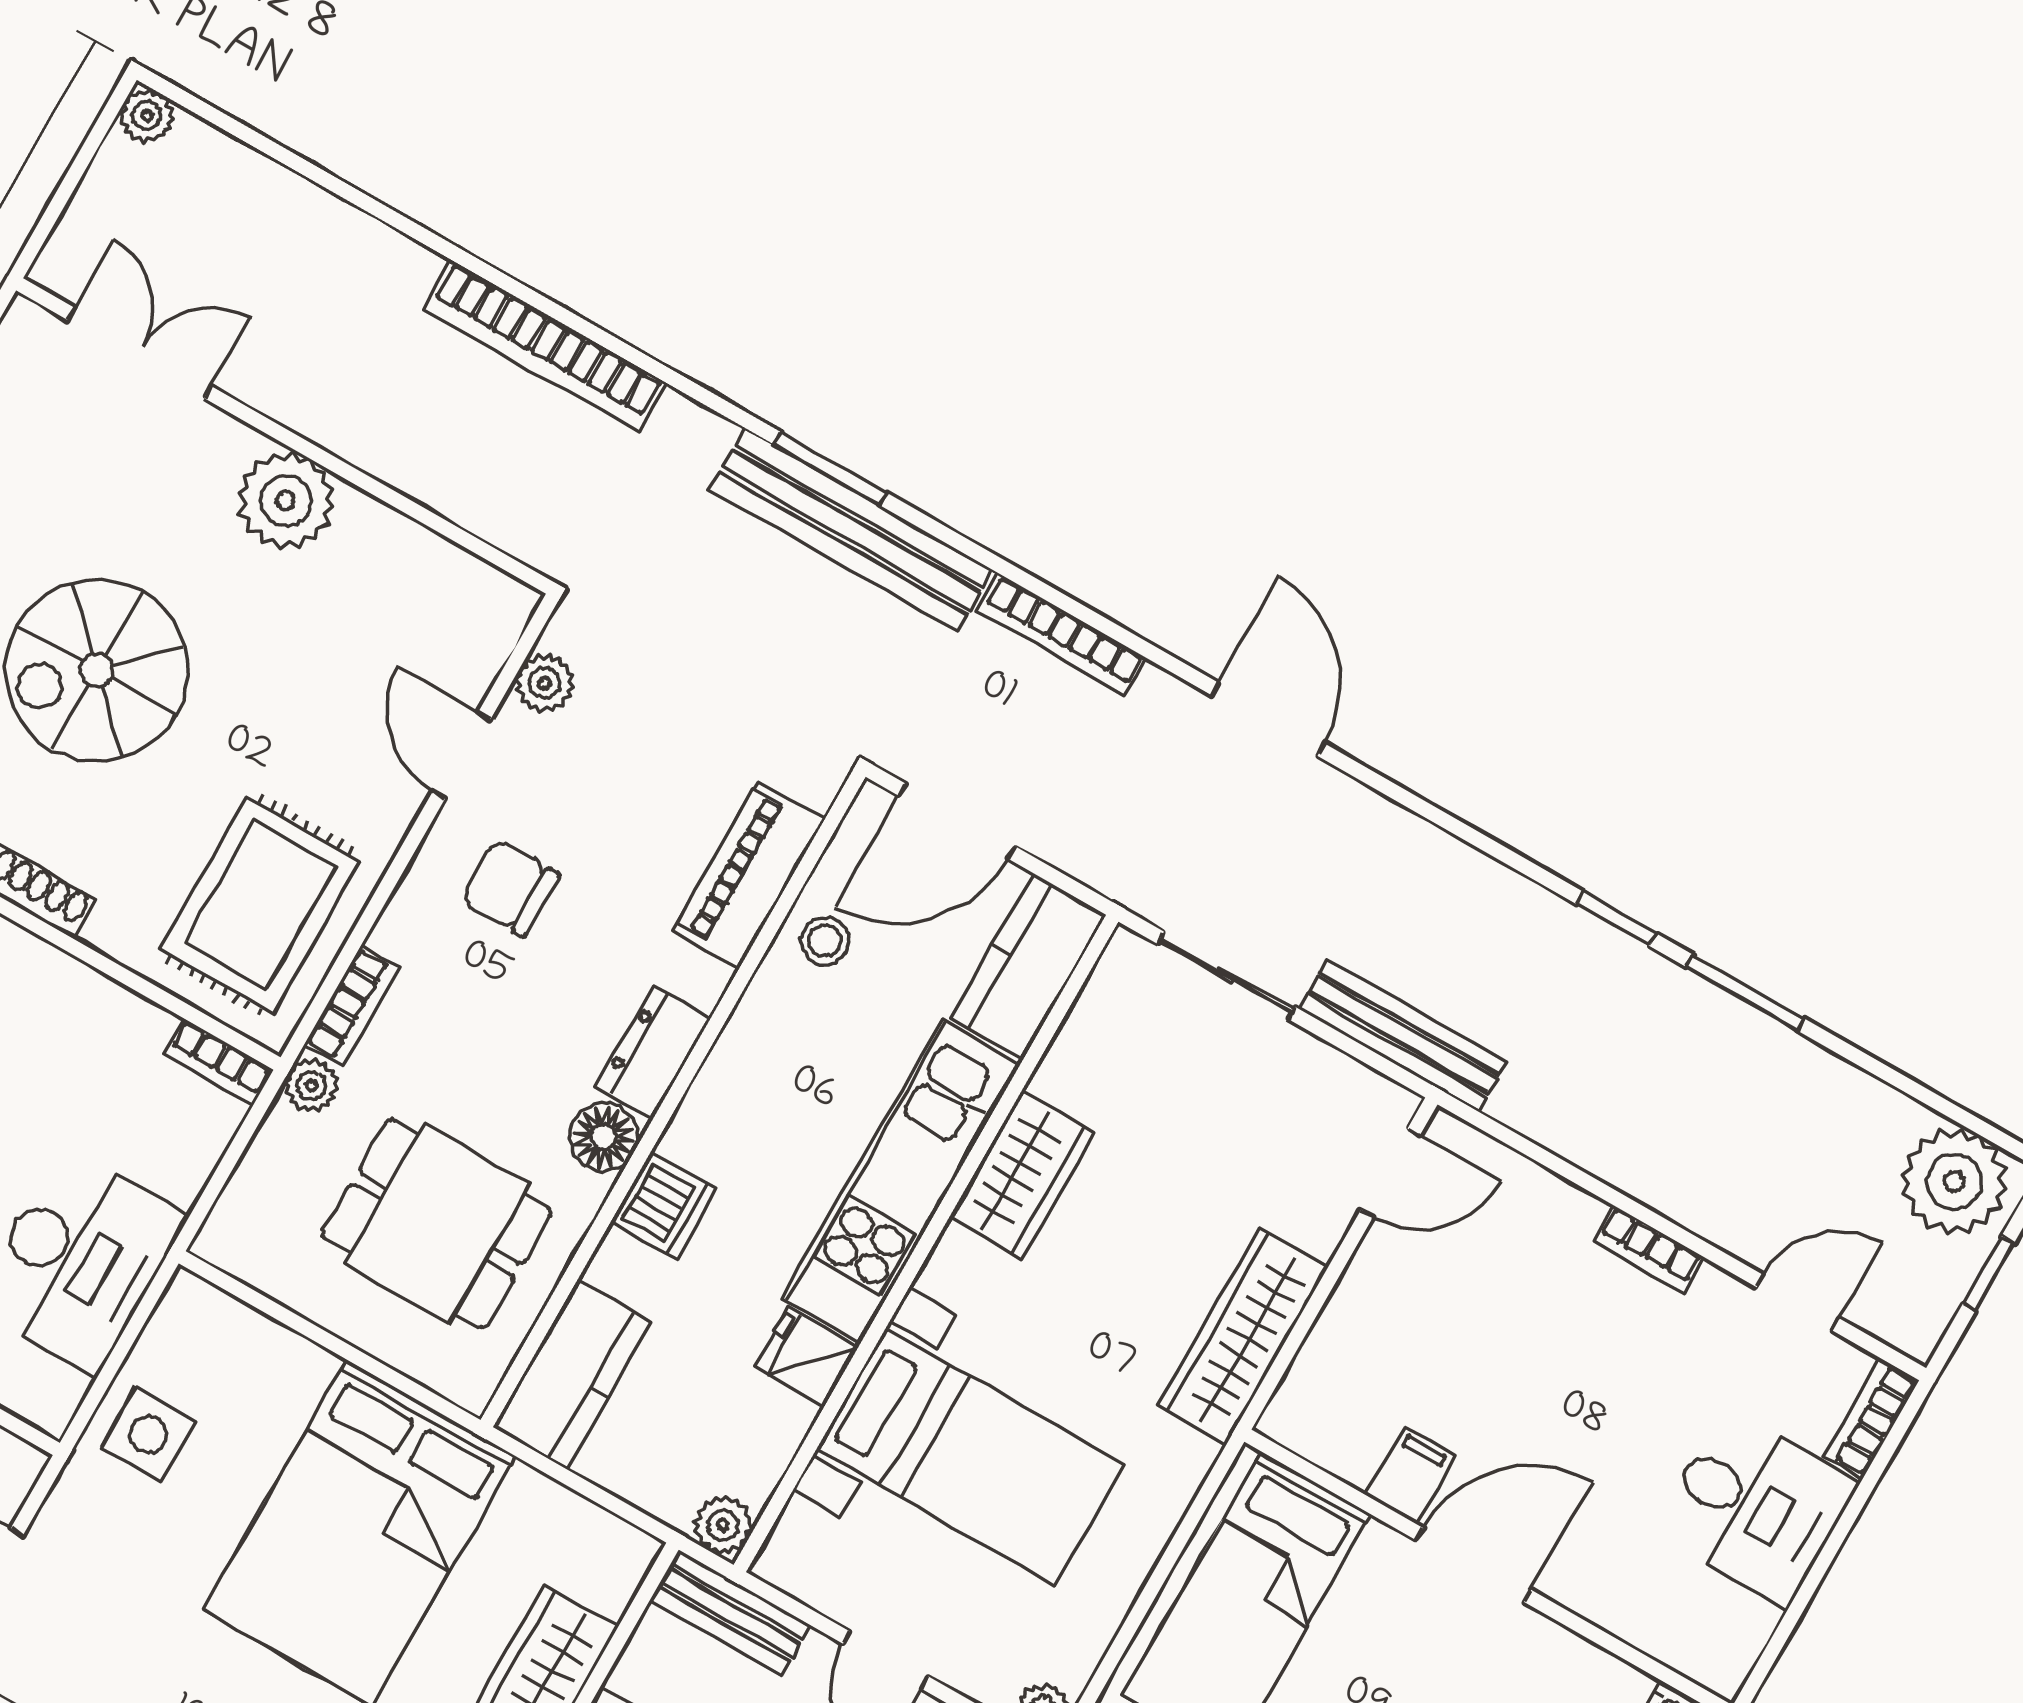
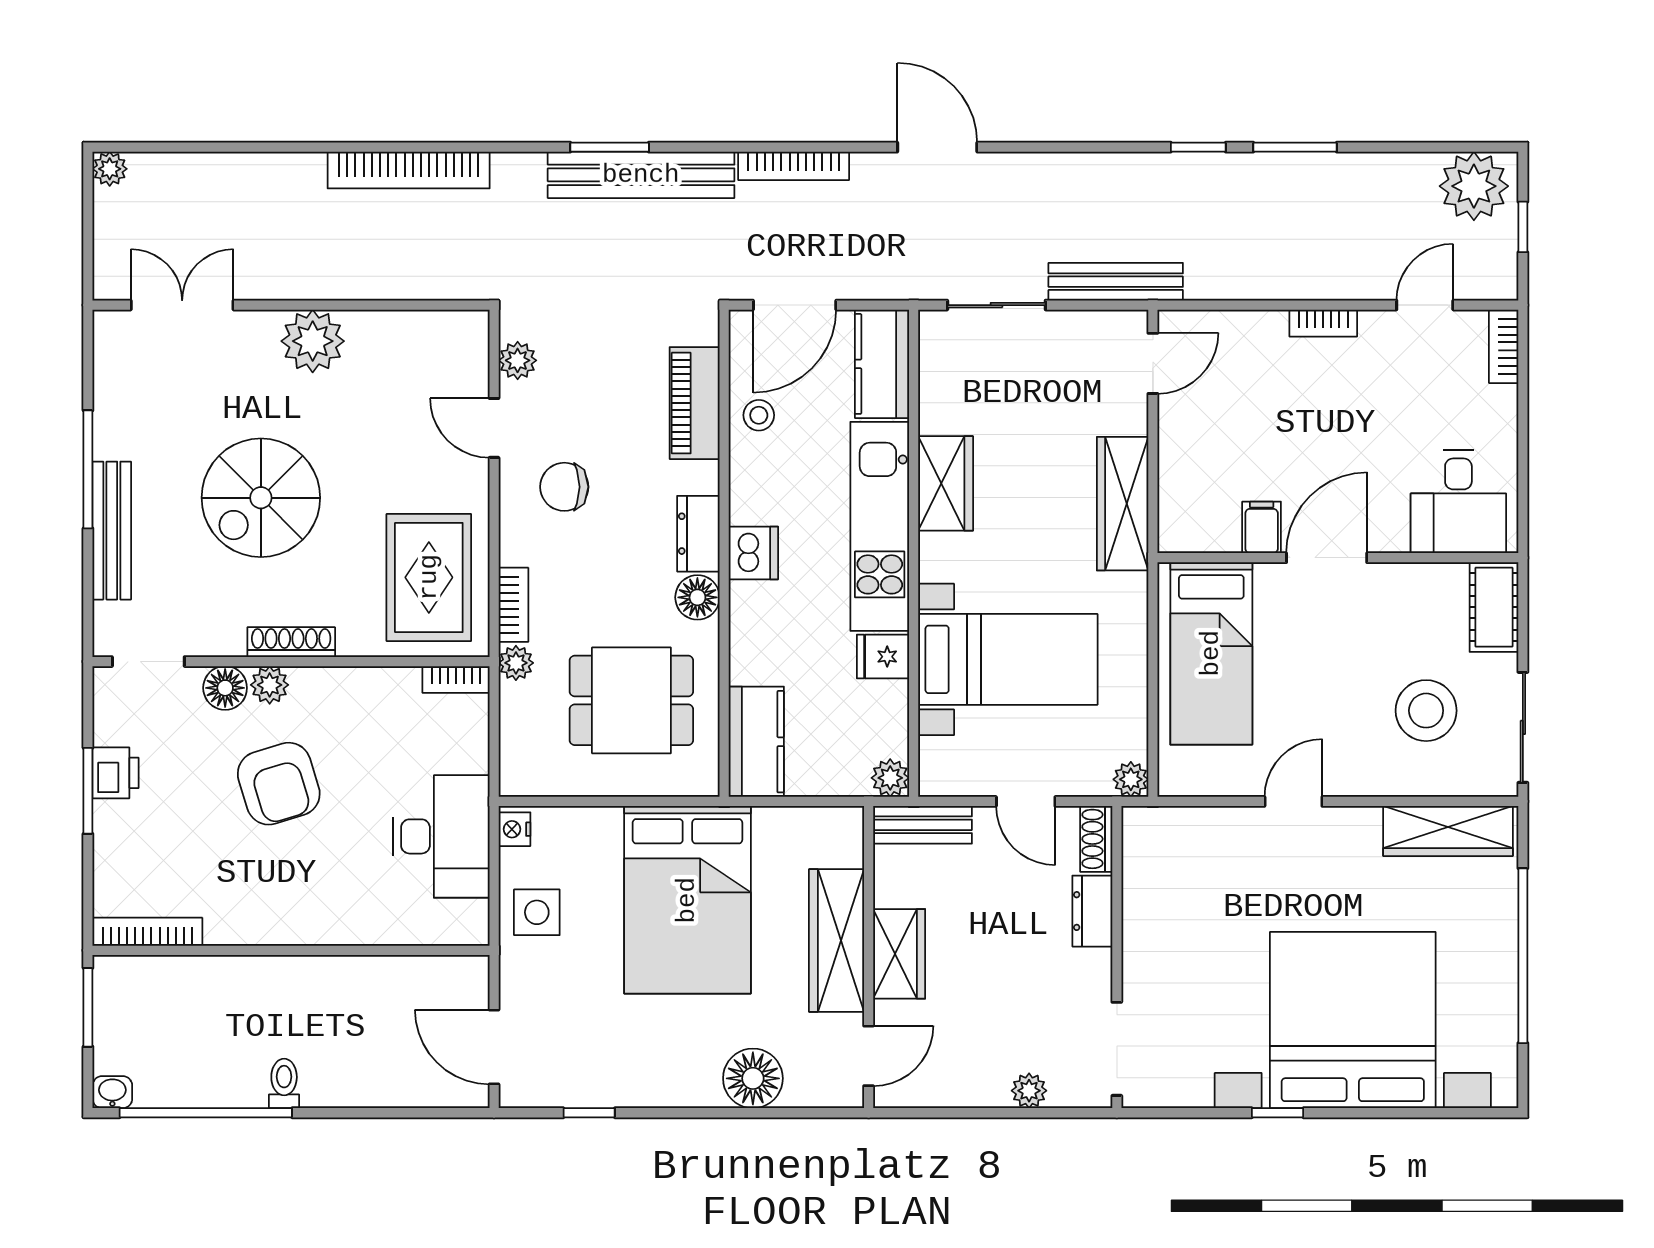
dishwasher: (663, 1206) -> (753, 553), moved
nightstand: (182, 1307) -> (515, 829), added
desk: (1755, 1508) -> (1458, 502), moved, turned 90

